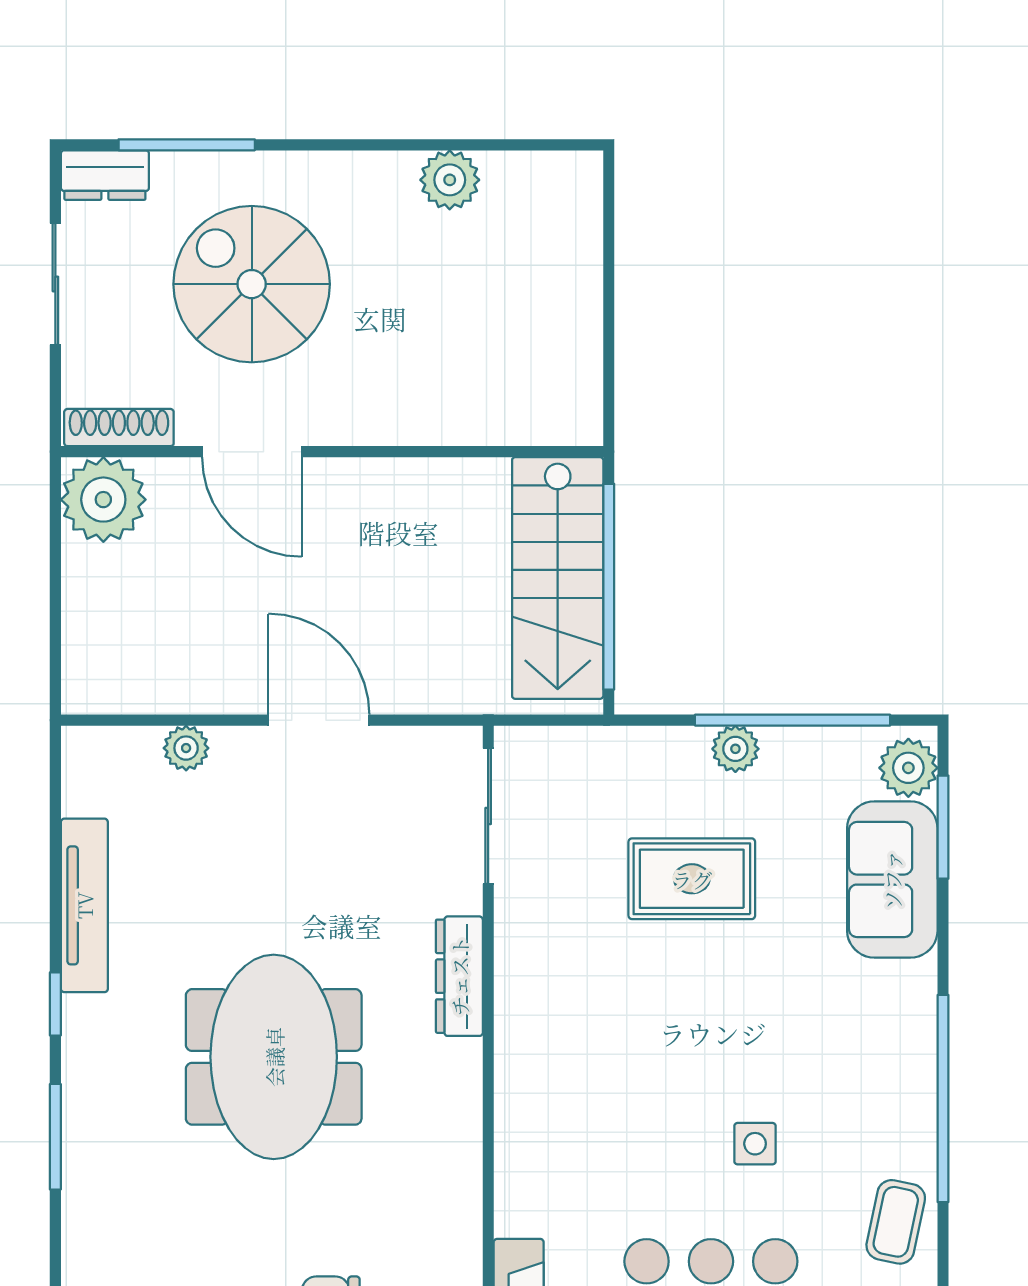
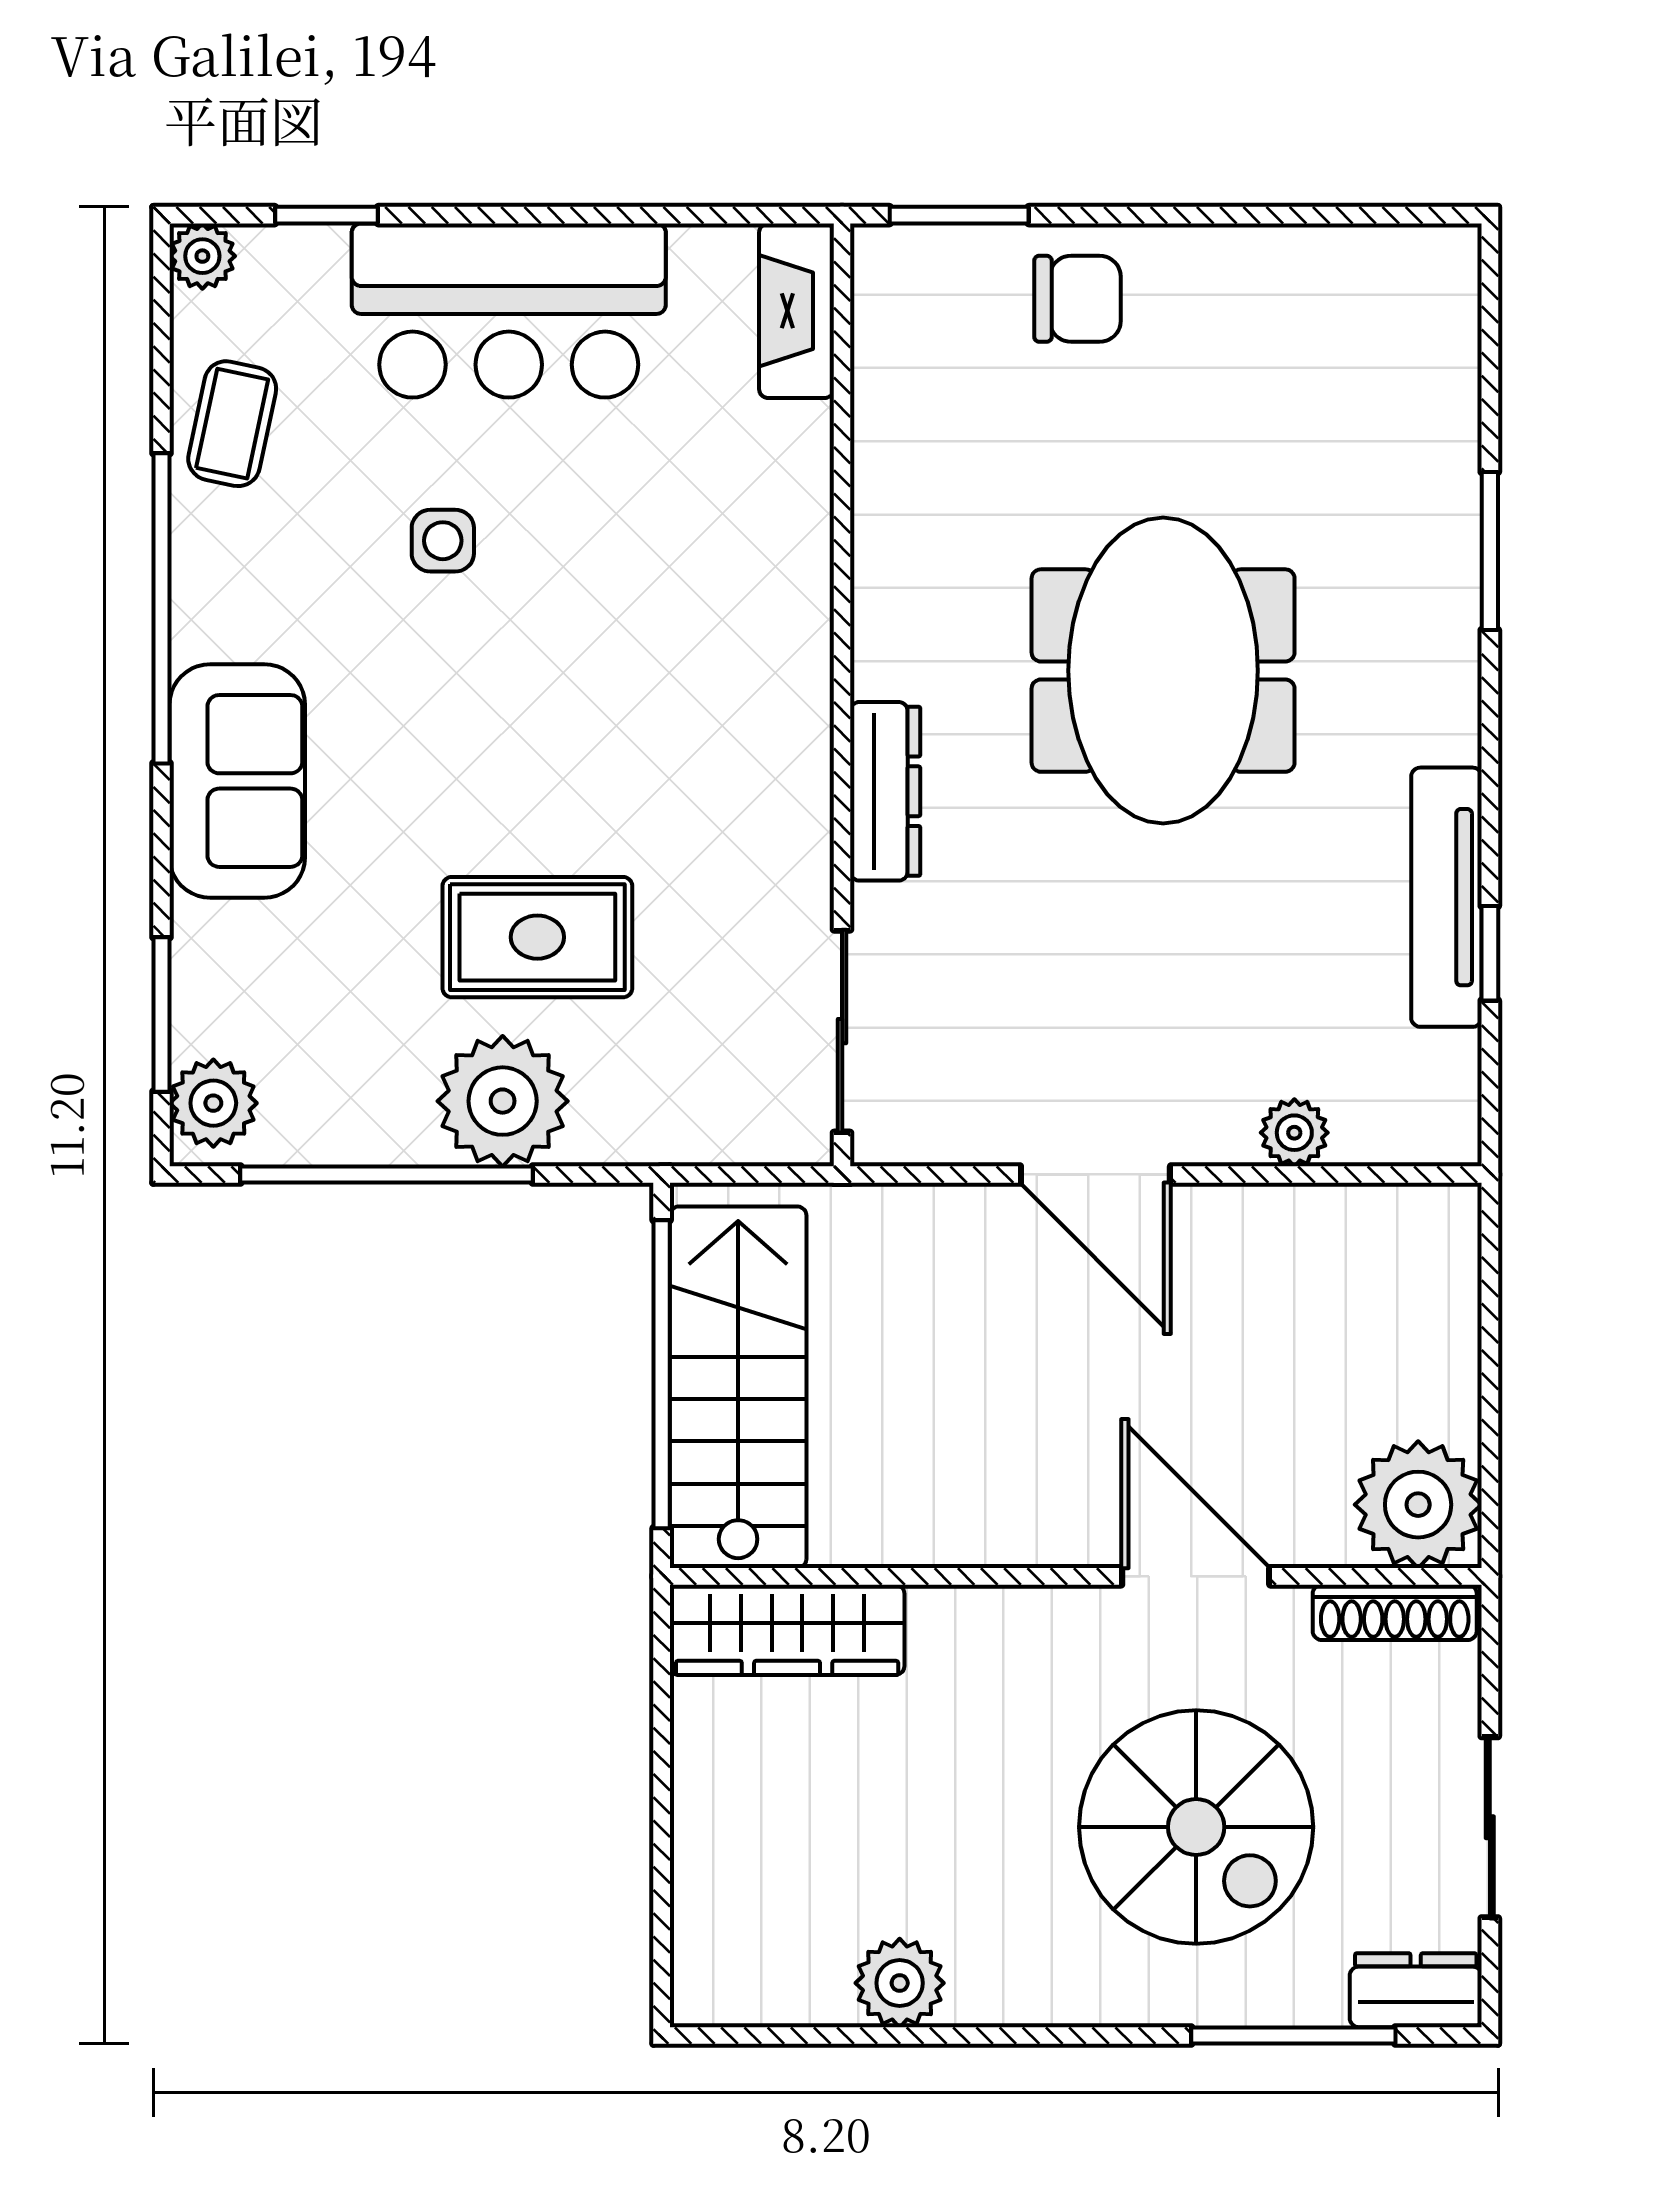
wardrobe: (525, 416) -> (787, 1630), added
plant: (735, 749) -> (503, 1101), width x1.88, depth x1.88
sofa: (892, 880) -> (237, 781), moved
window: (55, 1004) -> (1490, 953), moved

